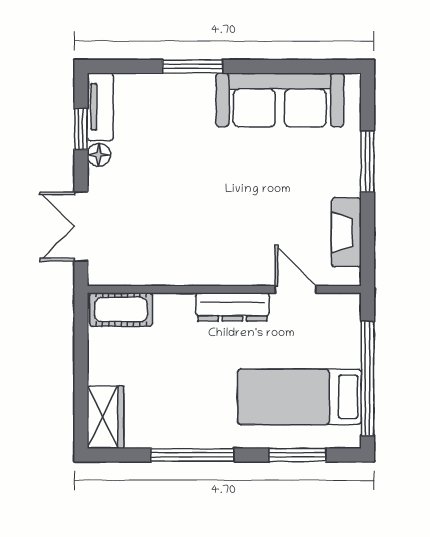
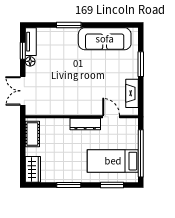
cot: (121, 310) -> (32, 134), moved, turned 90
window: (192, 455) -> (69, 185), width x0.69

